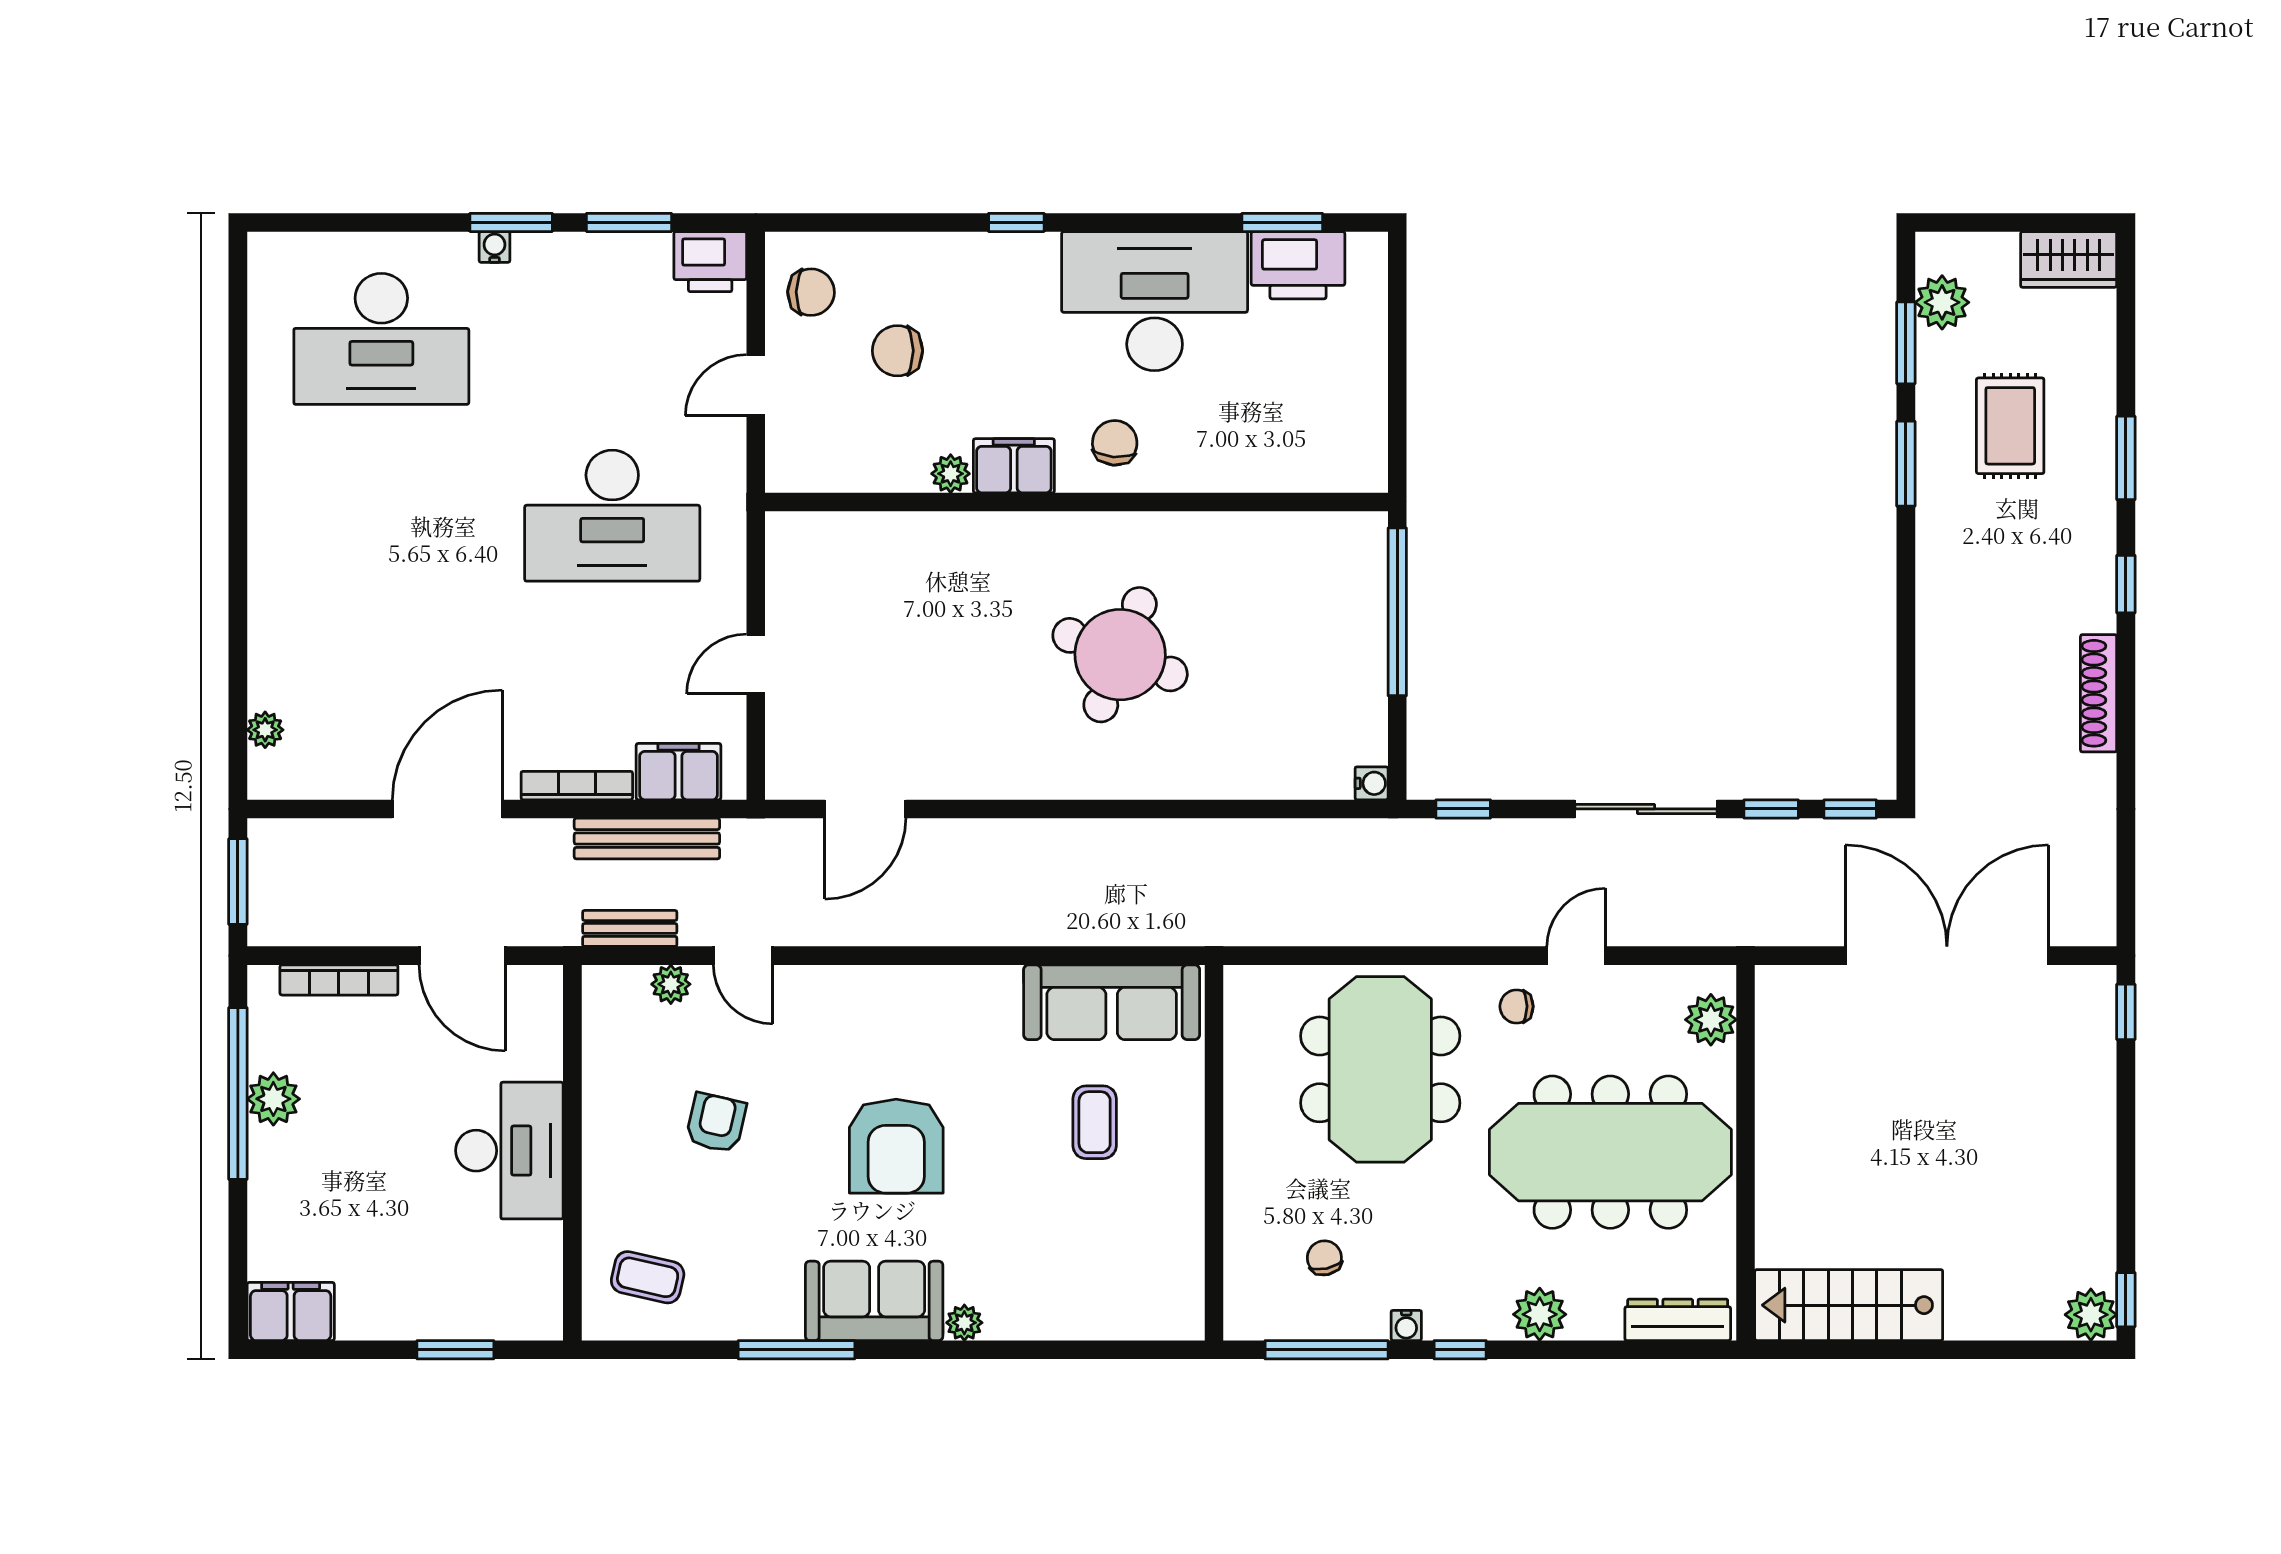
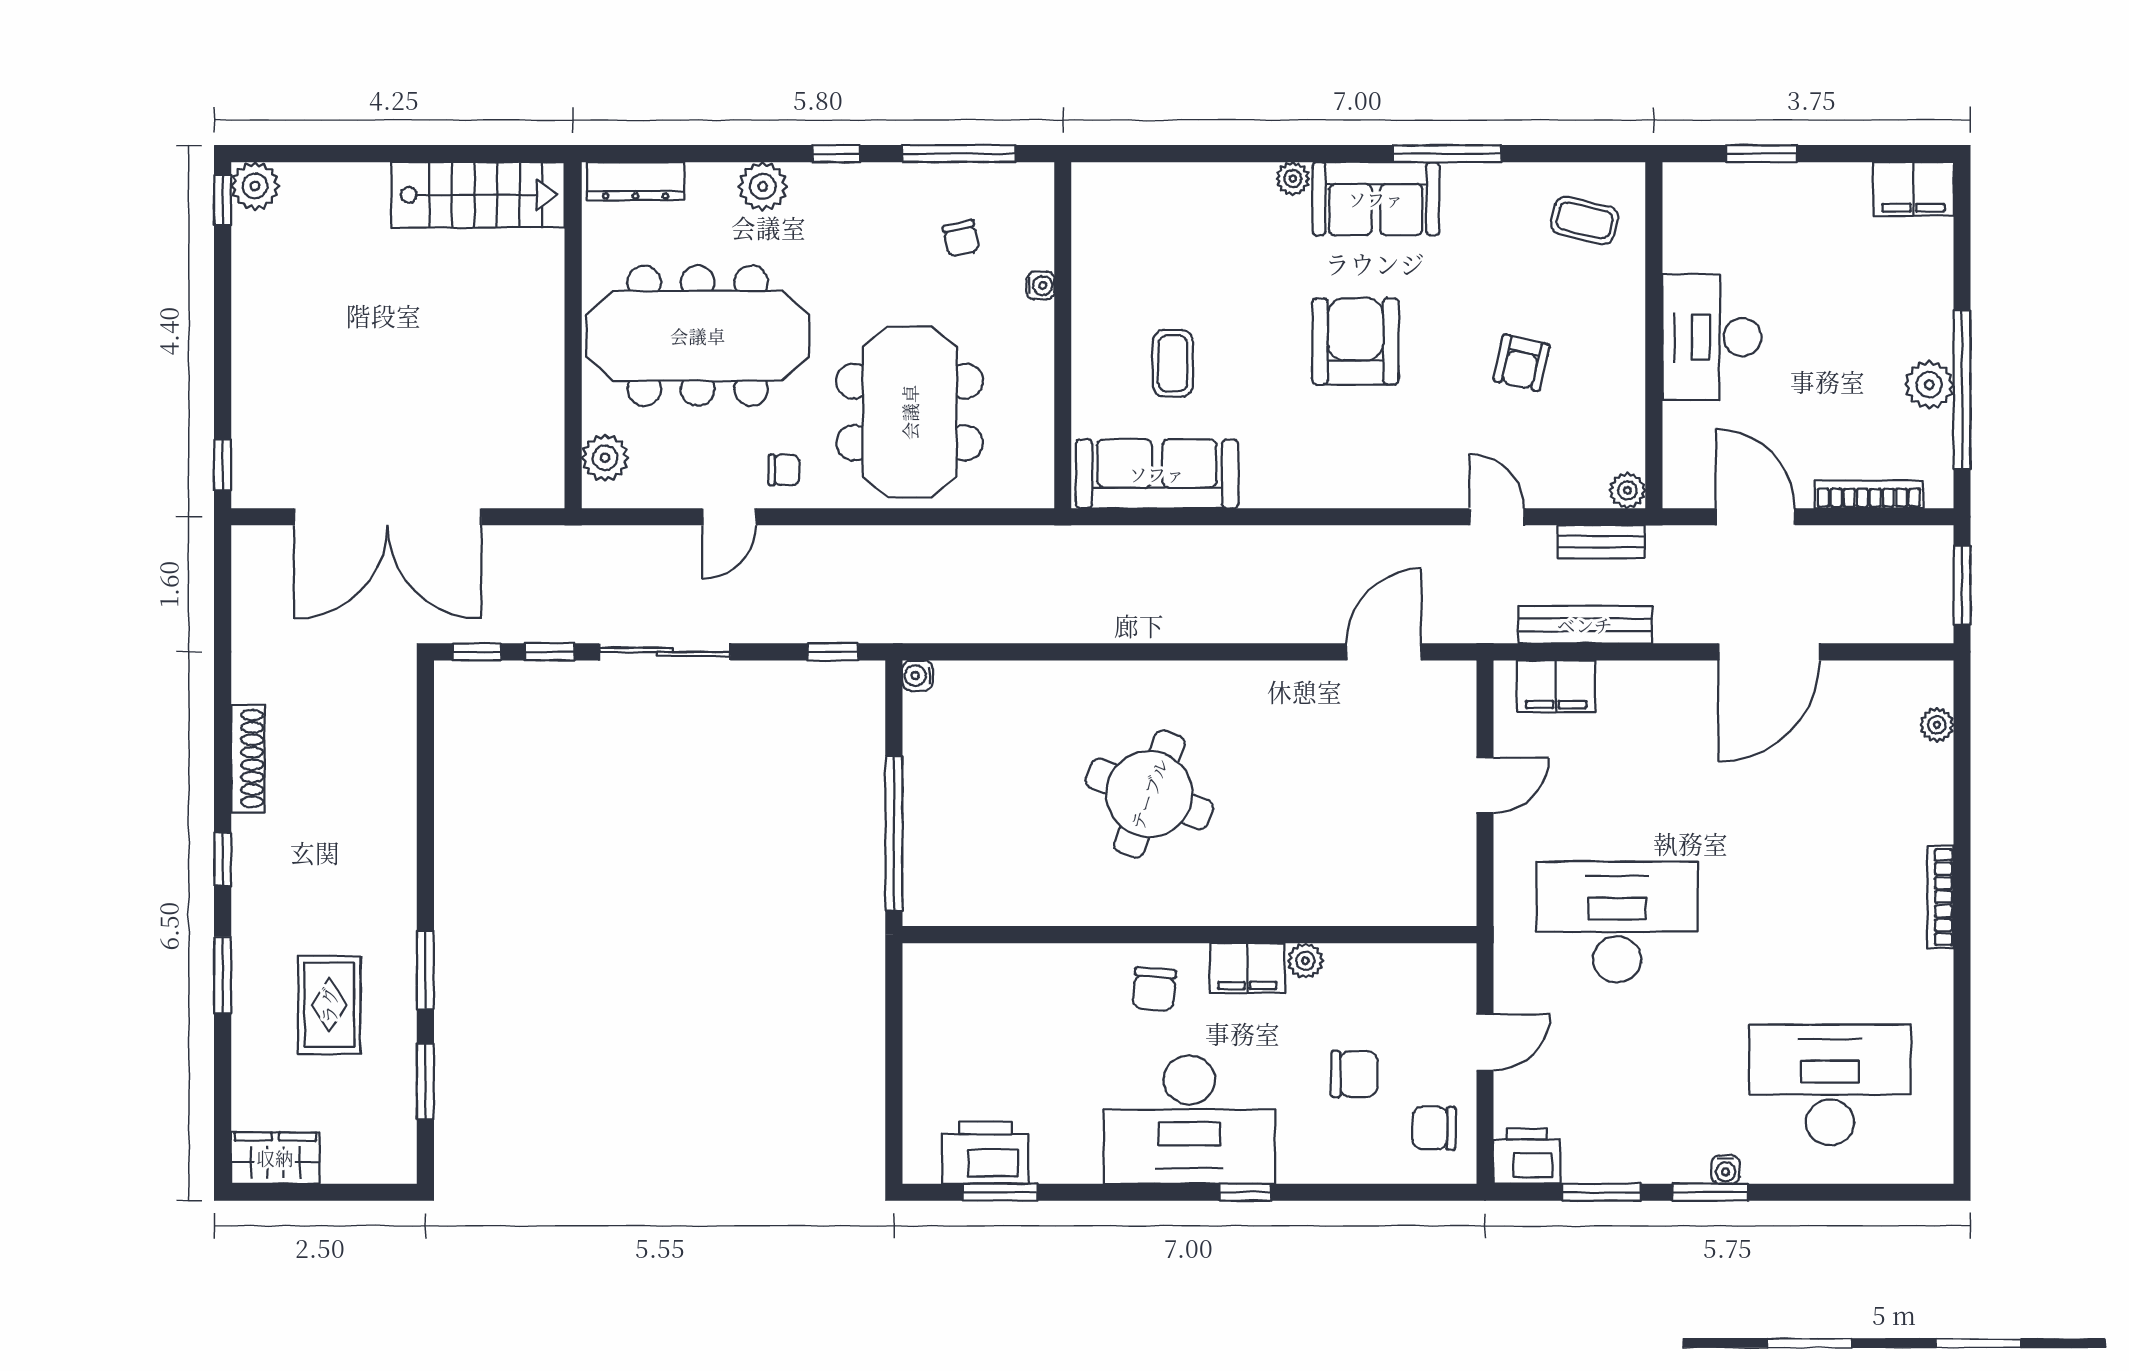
desk: (1155, 301) -> (1189, 1120), moved
plant: (1942, 302) -> (392, 1119), removed
bookcase: (577, 786) -> (1940, 897), moved, turned 90
plant: (671, 984) -> (1627, 490), moved
water cooler: (1406, 1325) -> (1040, 285), moved, turned 90

